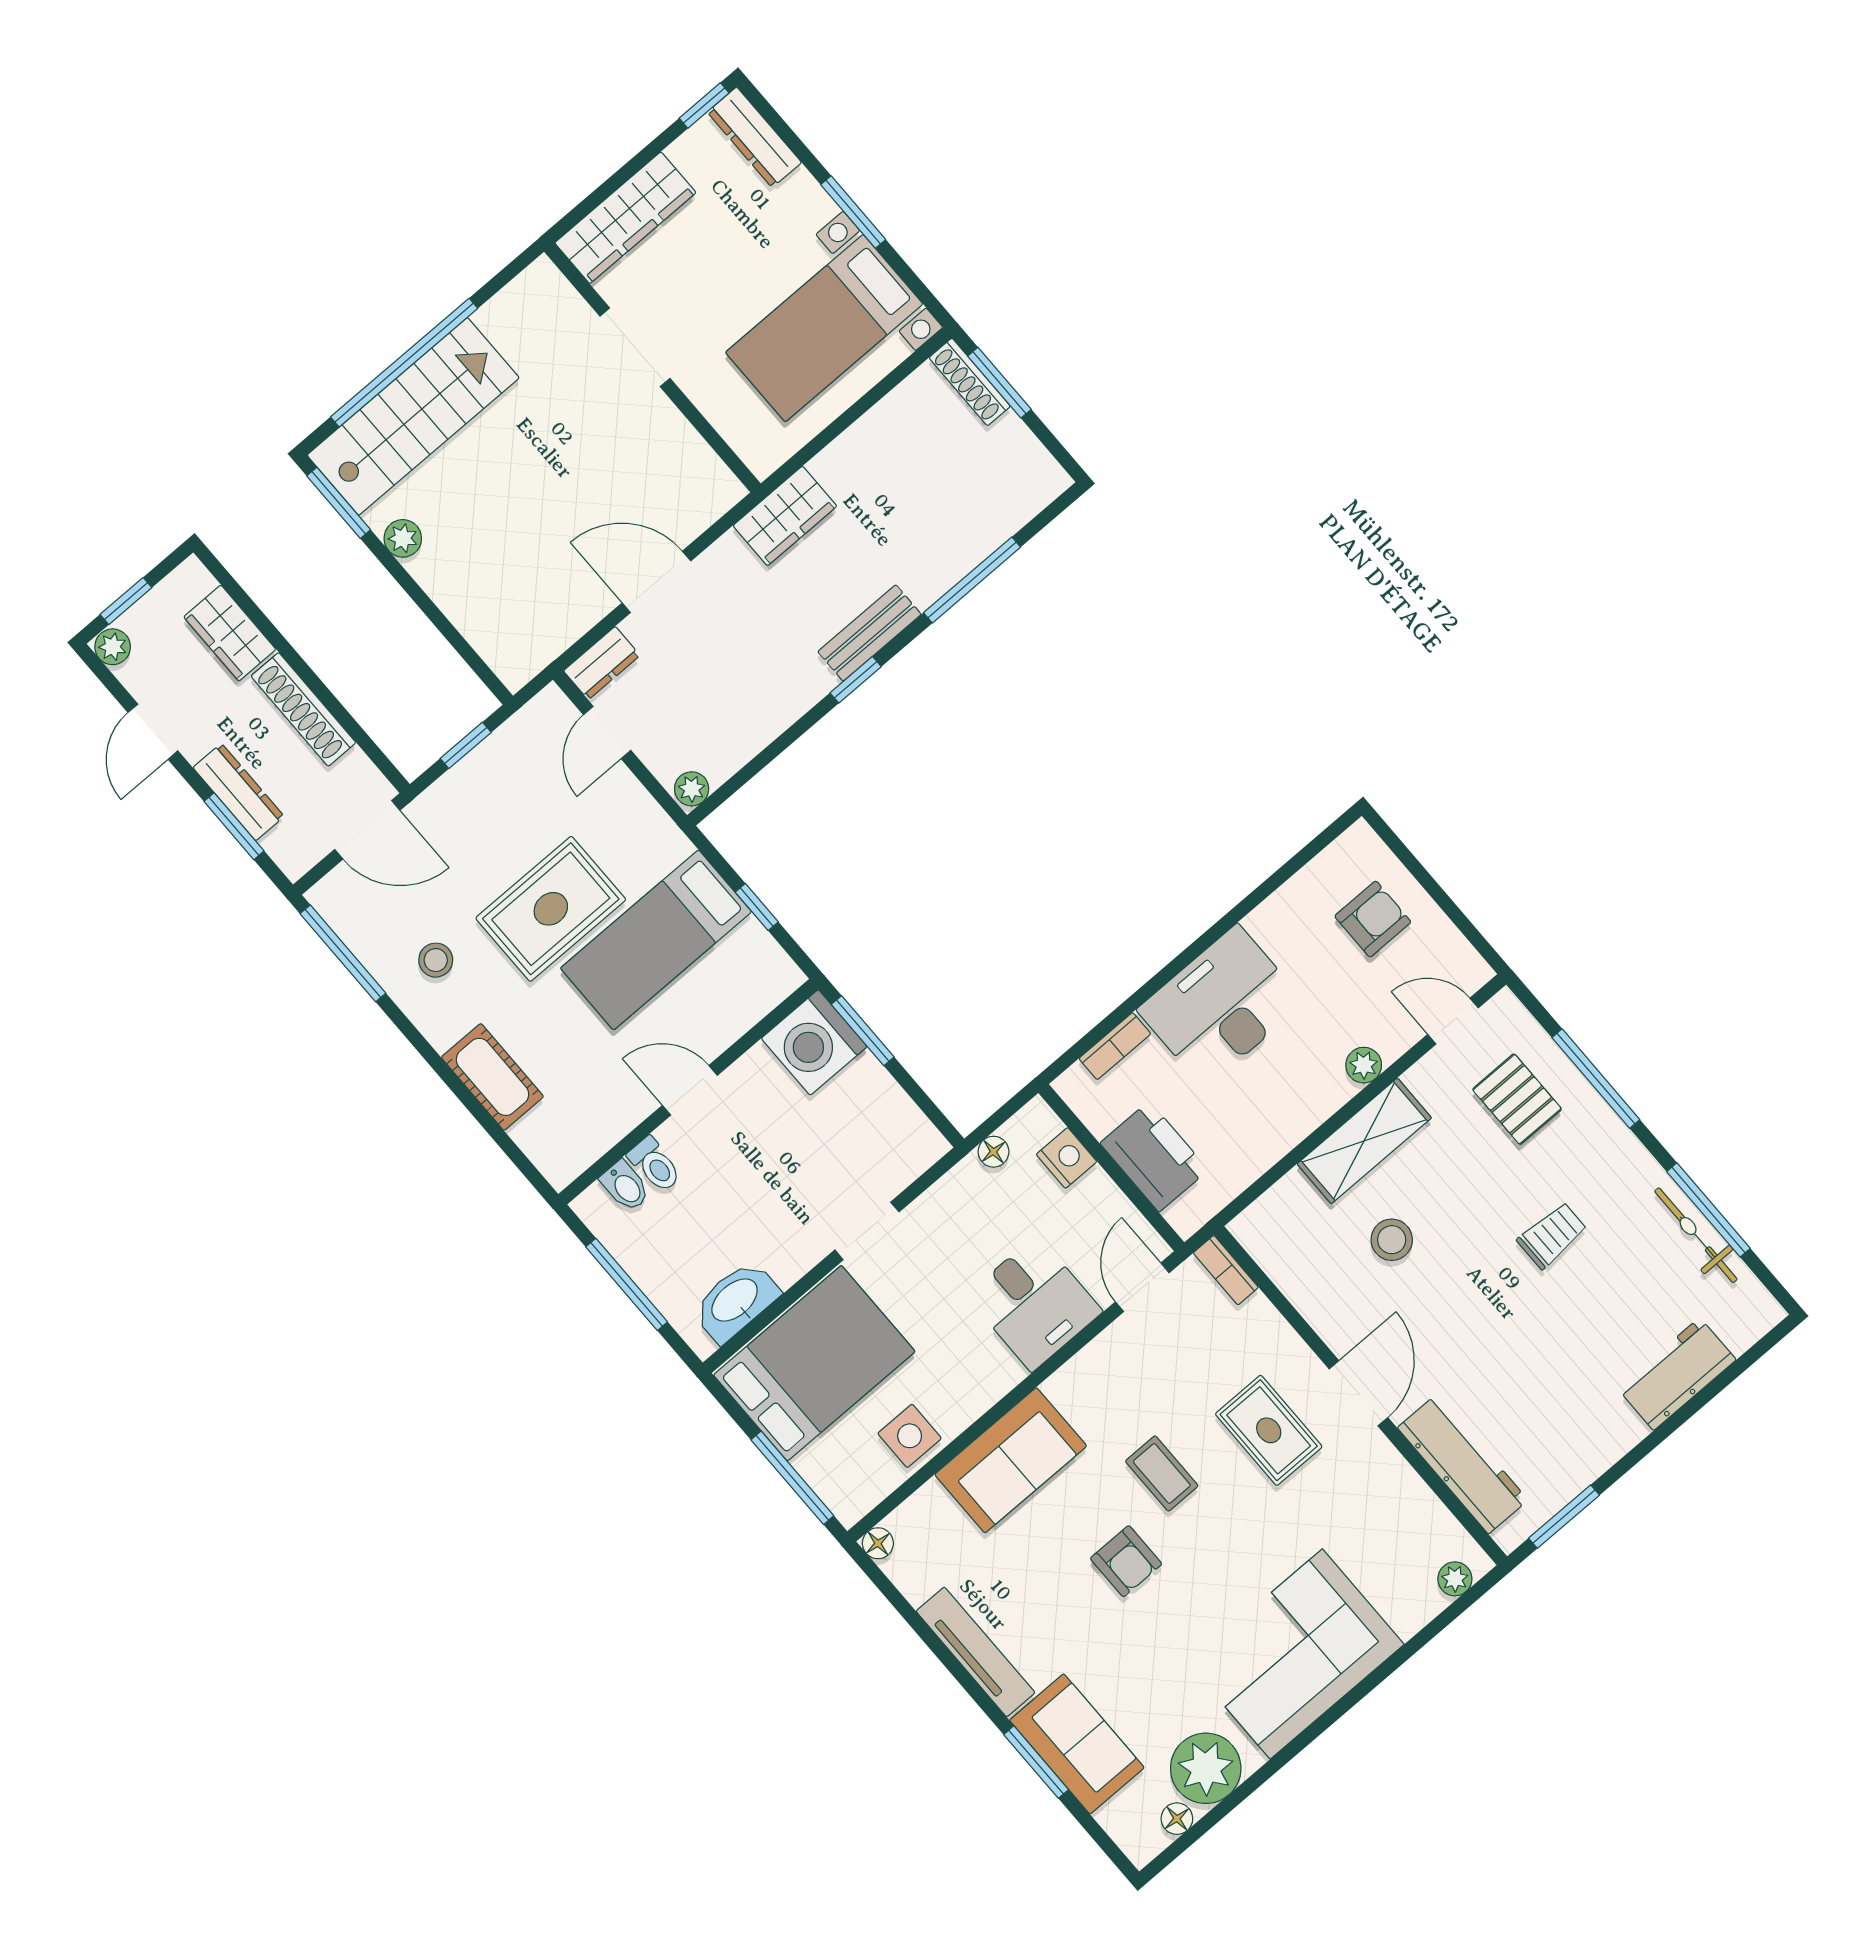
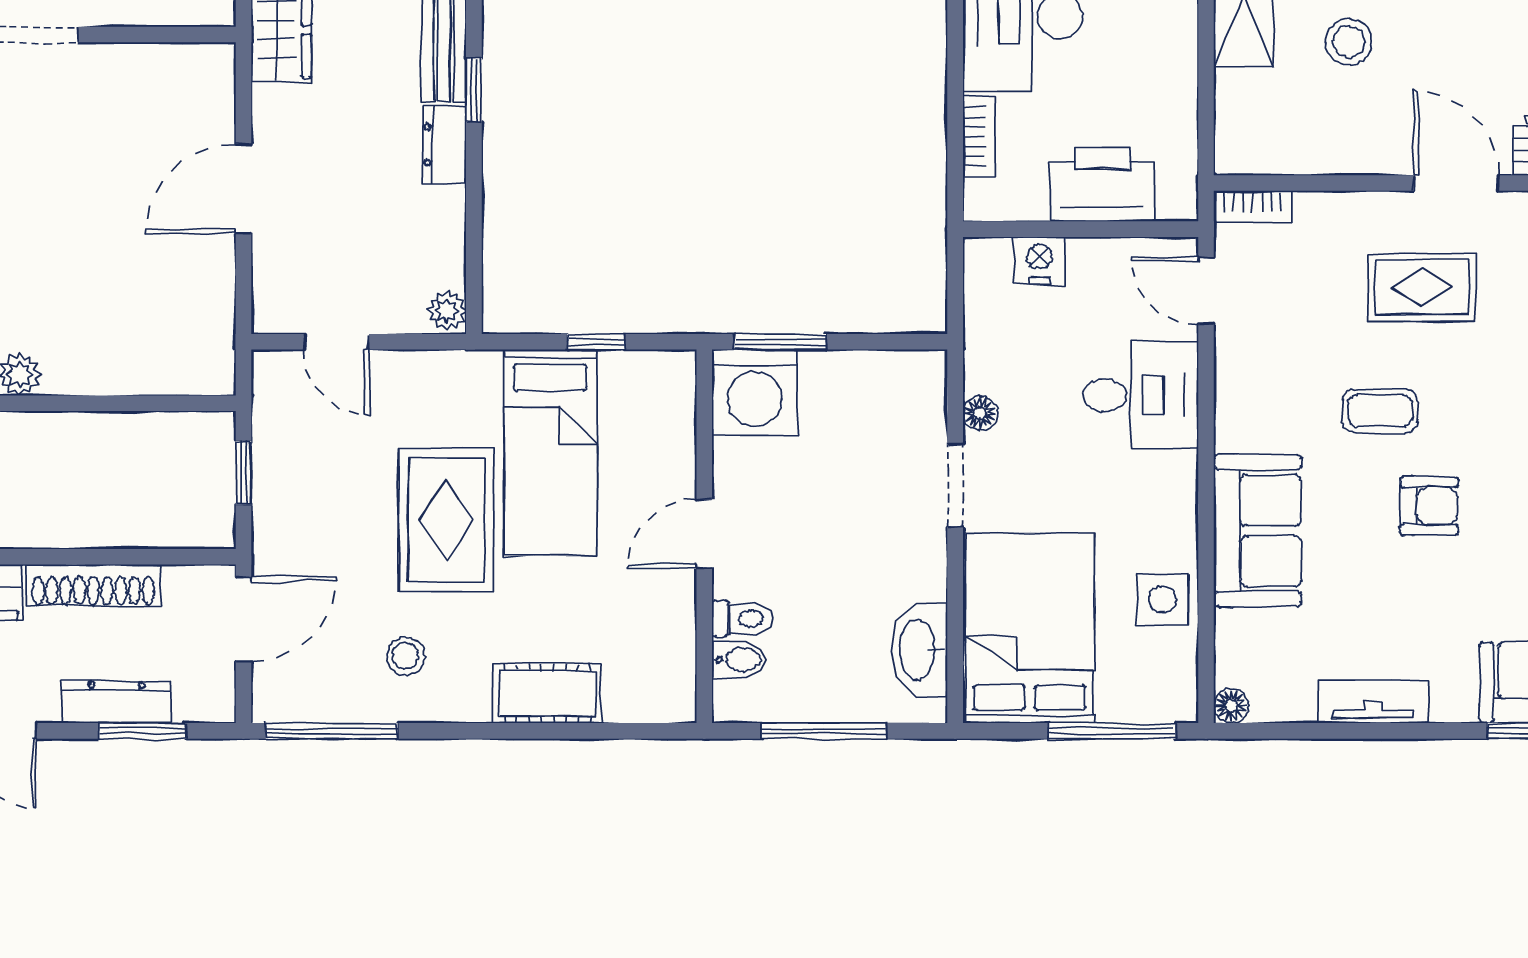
dresser: (602, 663) -> (444, 145), moved, turned 180
floor lamp: (993, 1152) -> (980, 413), moved
tv unit: (976, 1652) -> (1373, 702), width x0.71

